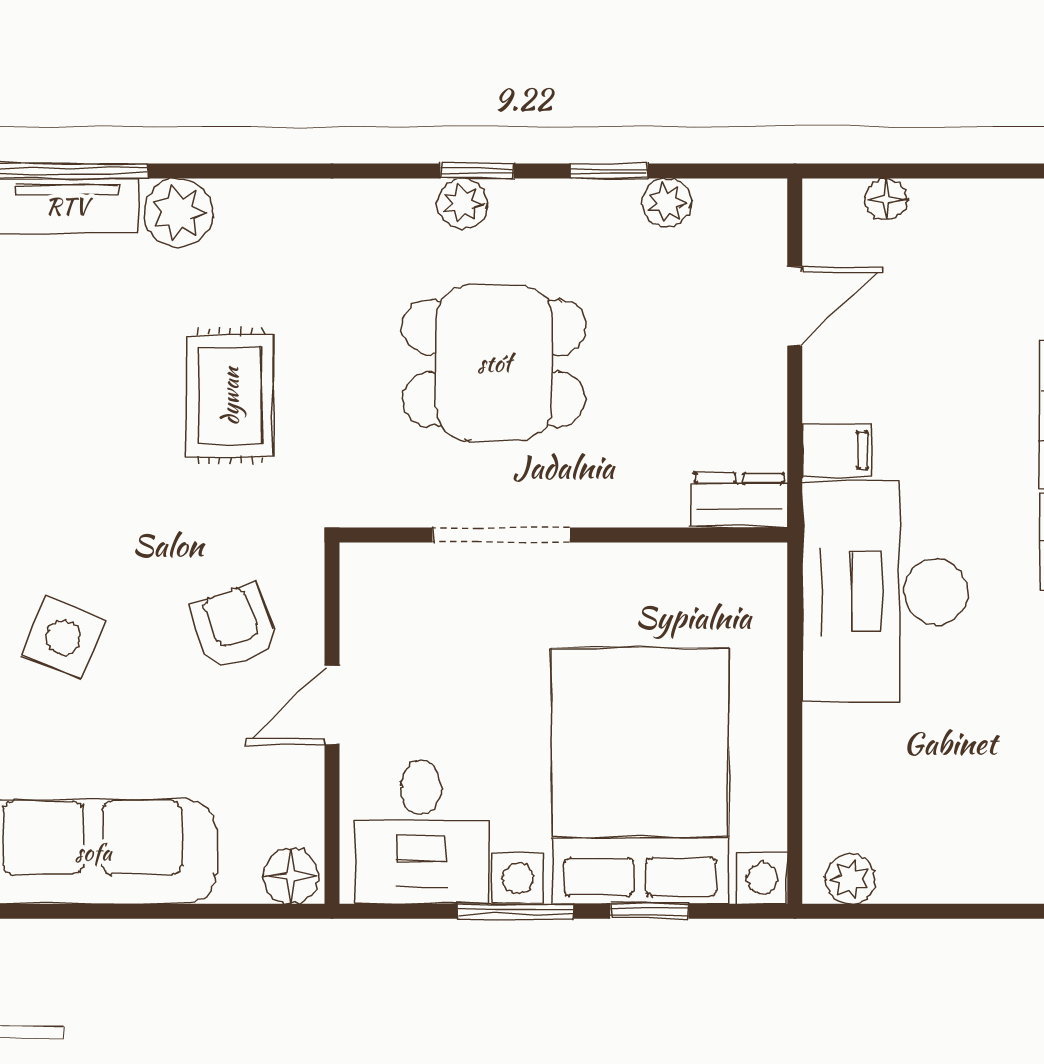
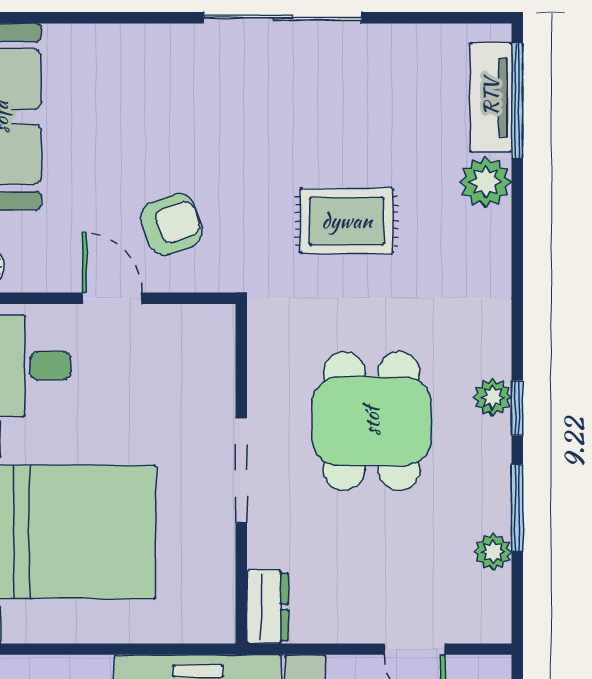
window: (609, 171) -> (517, 508), width x1.50
doorway: (501, 535) -> (241, 470), moved
side table: (63, 638) -> (163, 95), removed

